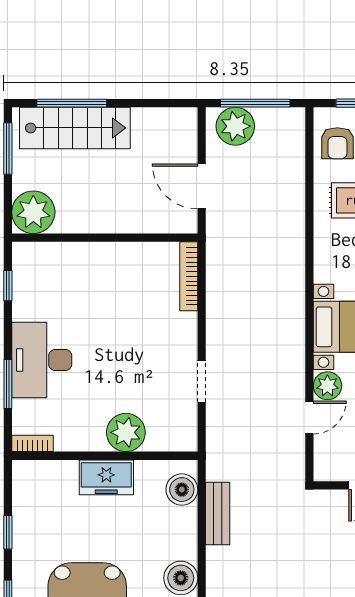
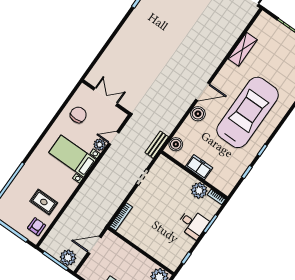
door: (202, 186) -> (94, 245), swing flipped
desk: (42, 360) -> (193, 224), width x0.73
plant: (126, 432) -> (199, 190), moved
bench: (218, 514) -> (157, 145), moved

